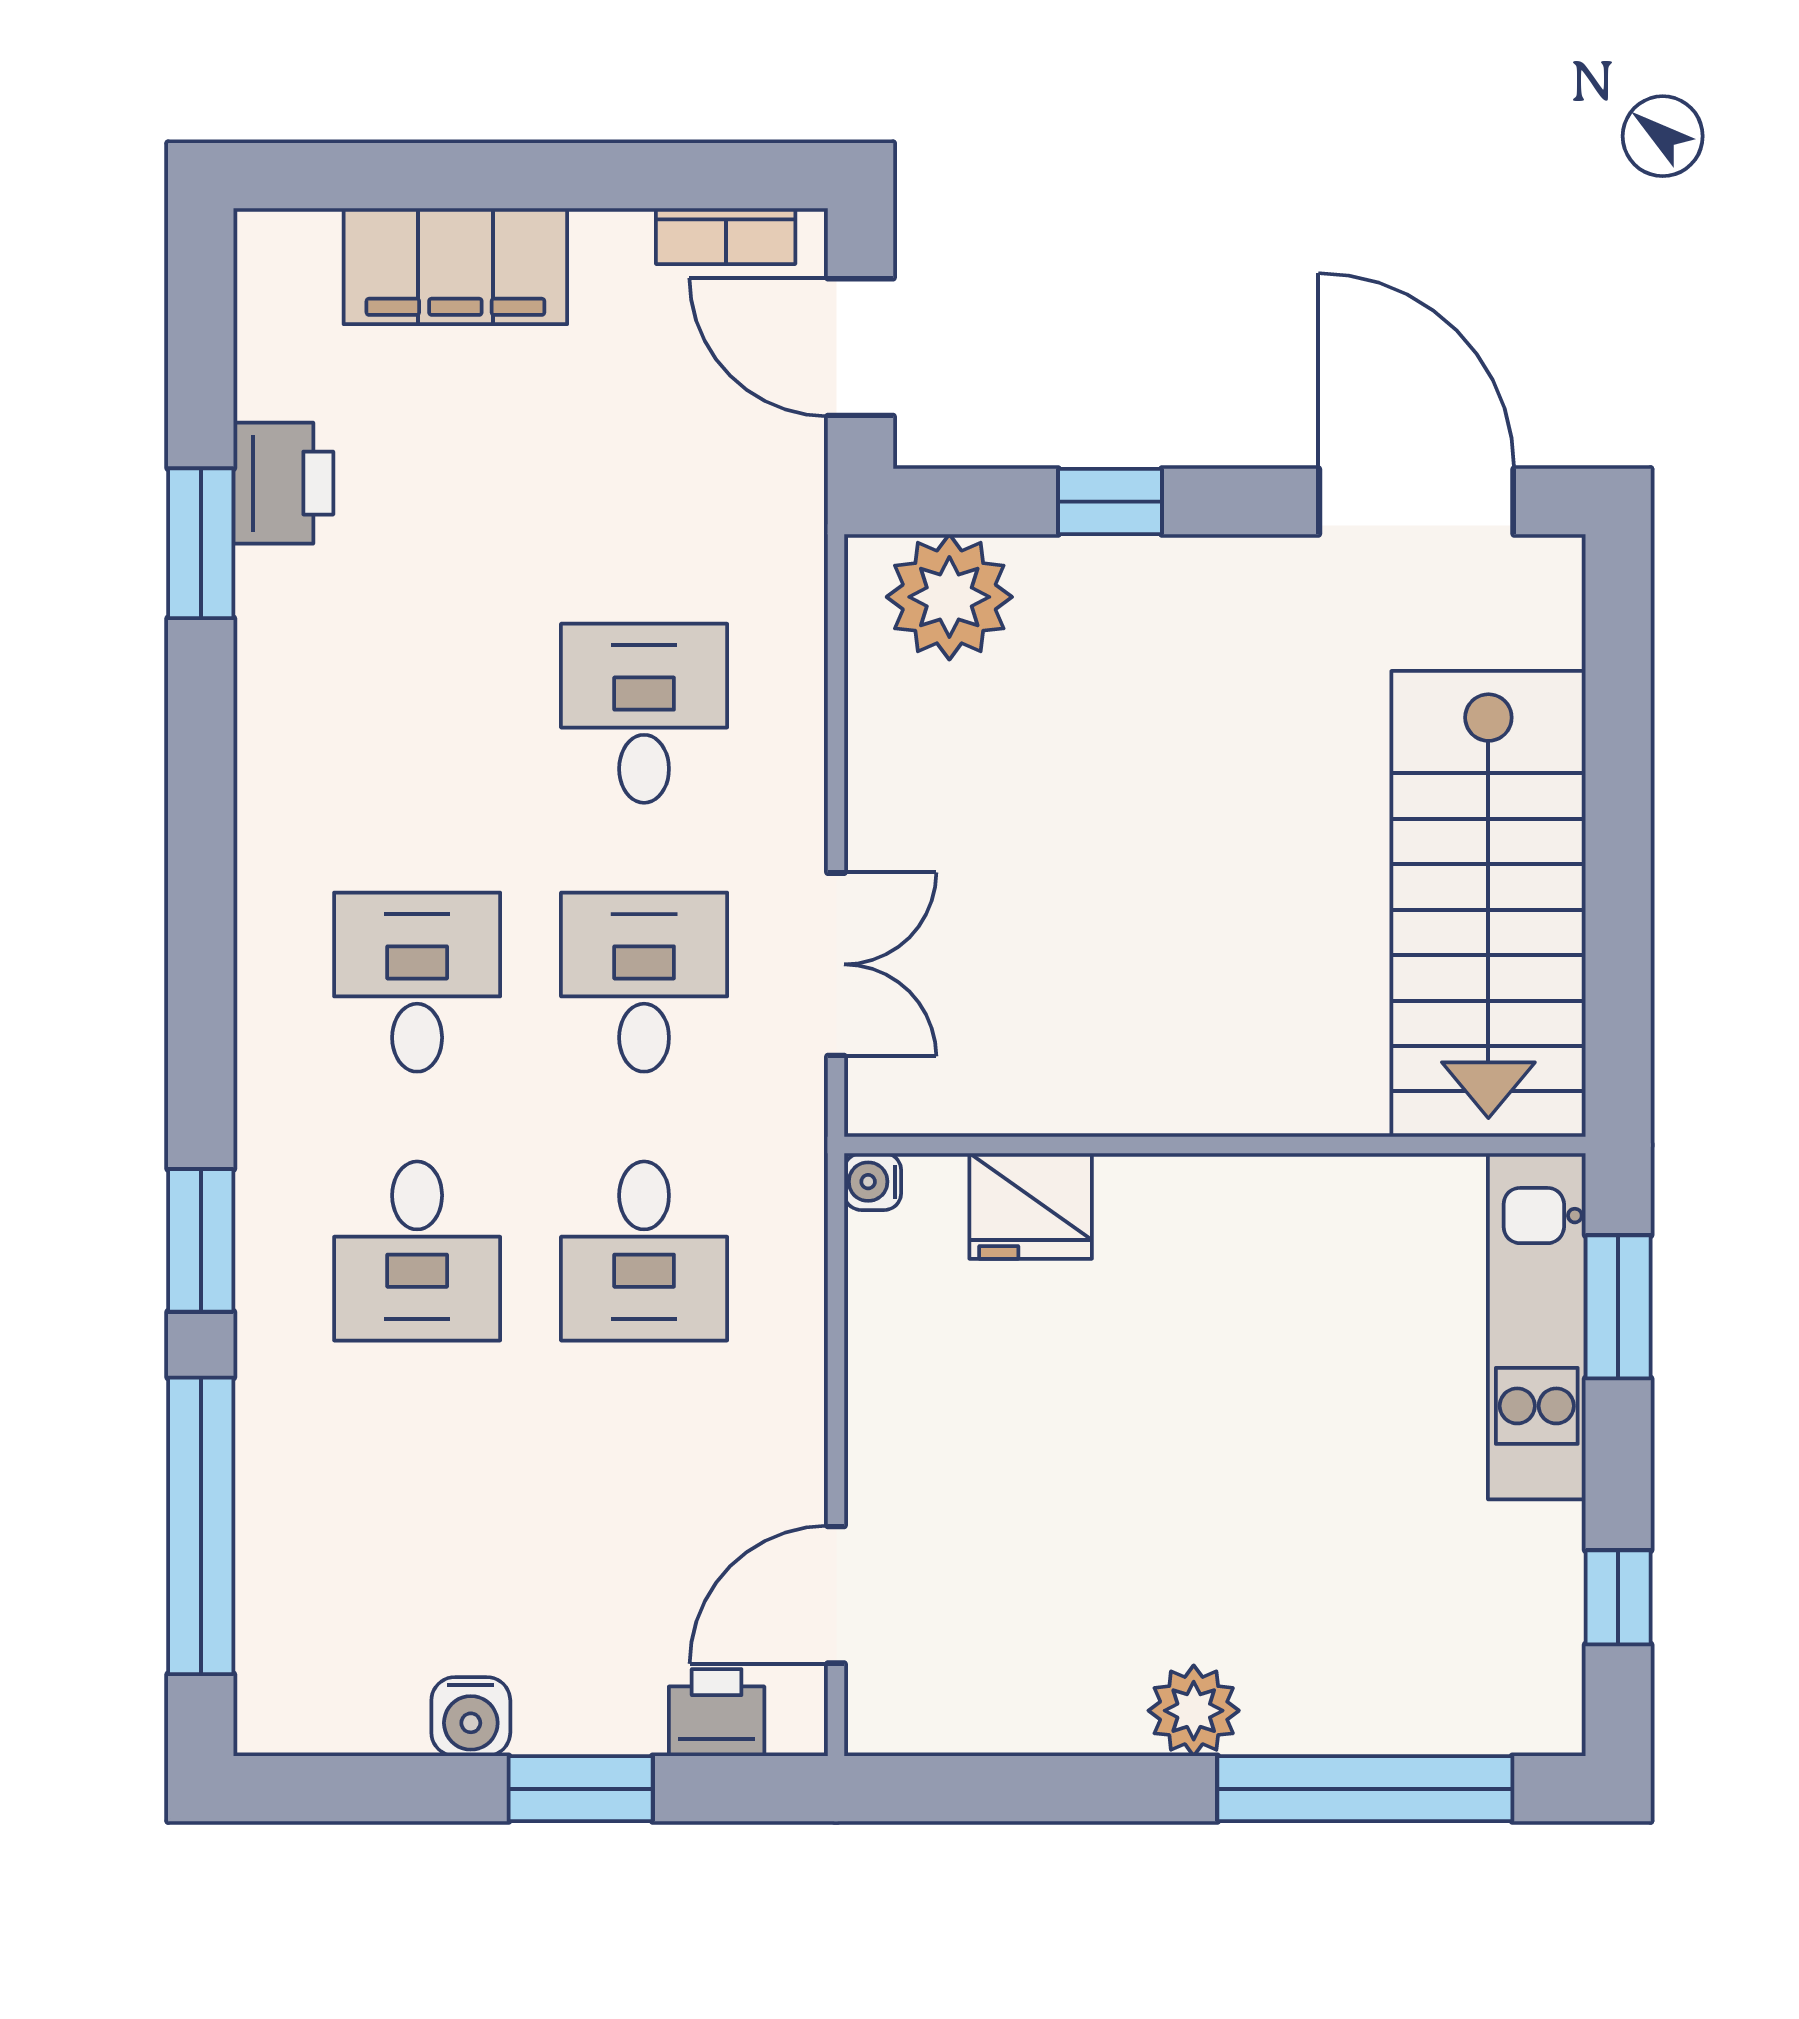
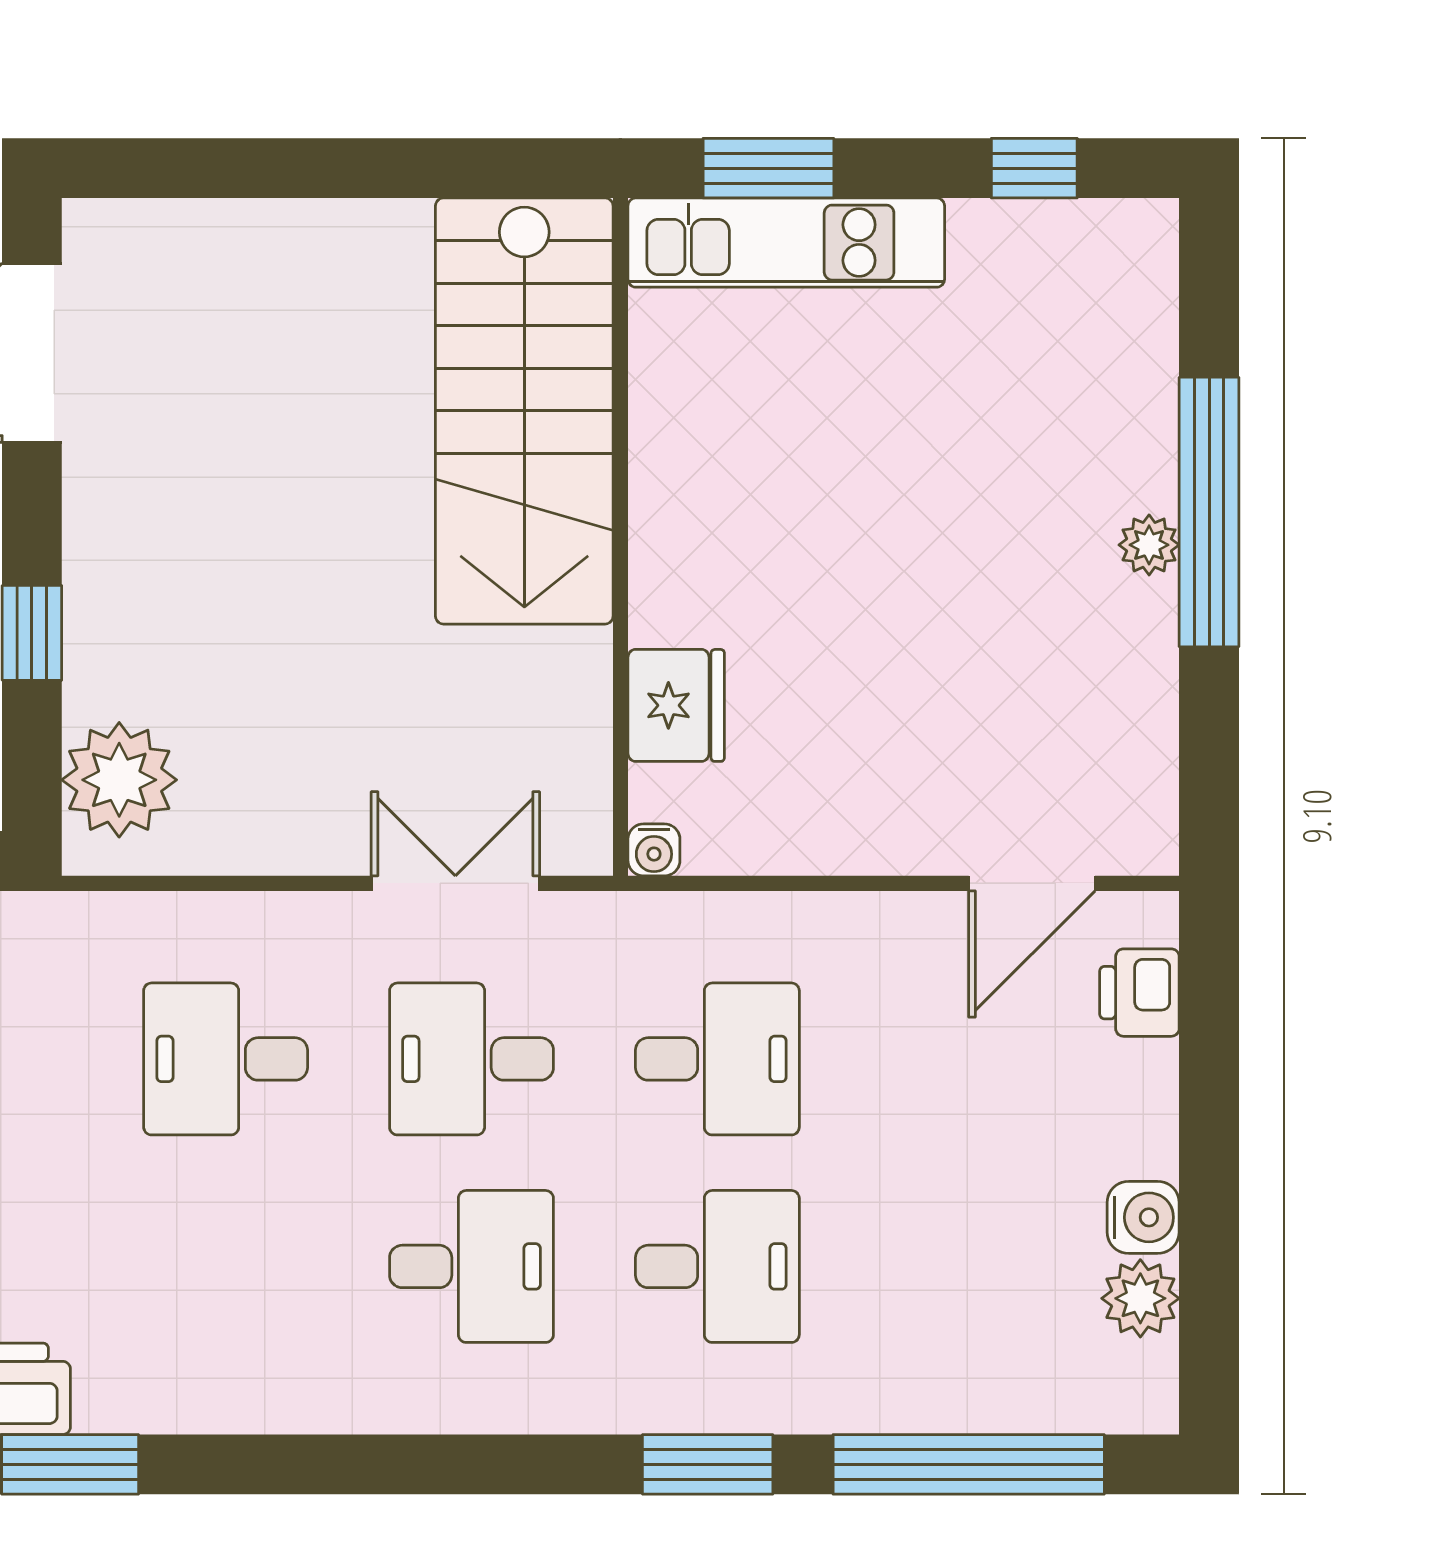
stairs: (1488, 904) -> (524, 411), moved, turned 90
desk: (417, 982) -> (471, 1266), turned 180
door: (836, 1595) -> (1032, 883), hinge flipped
plant: (1194, 1711) -> (1149, 545), width x0.73, depth x0.73
plant: (382, 1714) -> (1140, 1298), added
window: (581, 1789) -> (1209, 1117), removed
window: (1365, 1789) -> (1209, 512), moved

